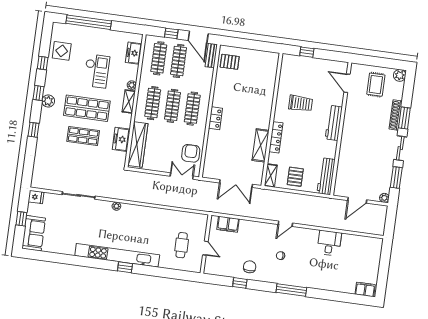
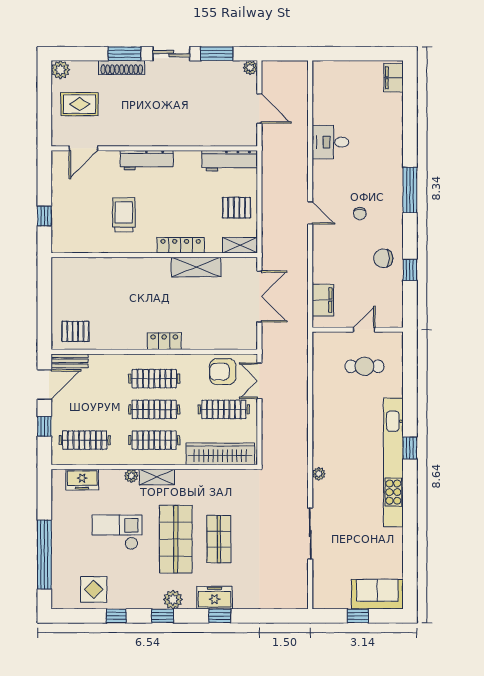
clothes rail: (179, 61) -> (224, 409), moved
pallet: (230, 62) -> (75, 331), turned 90
freezer: (121, 139) -> (215, 598), moved, turned 180
fridge: (36, 197) -> (321, 598), removed

